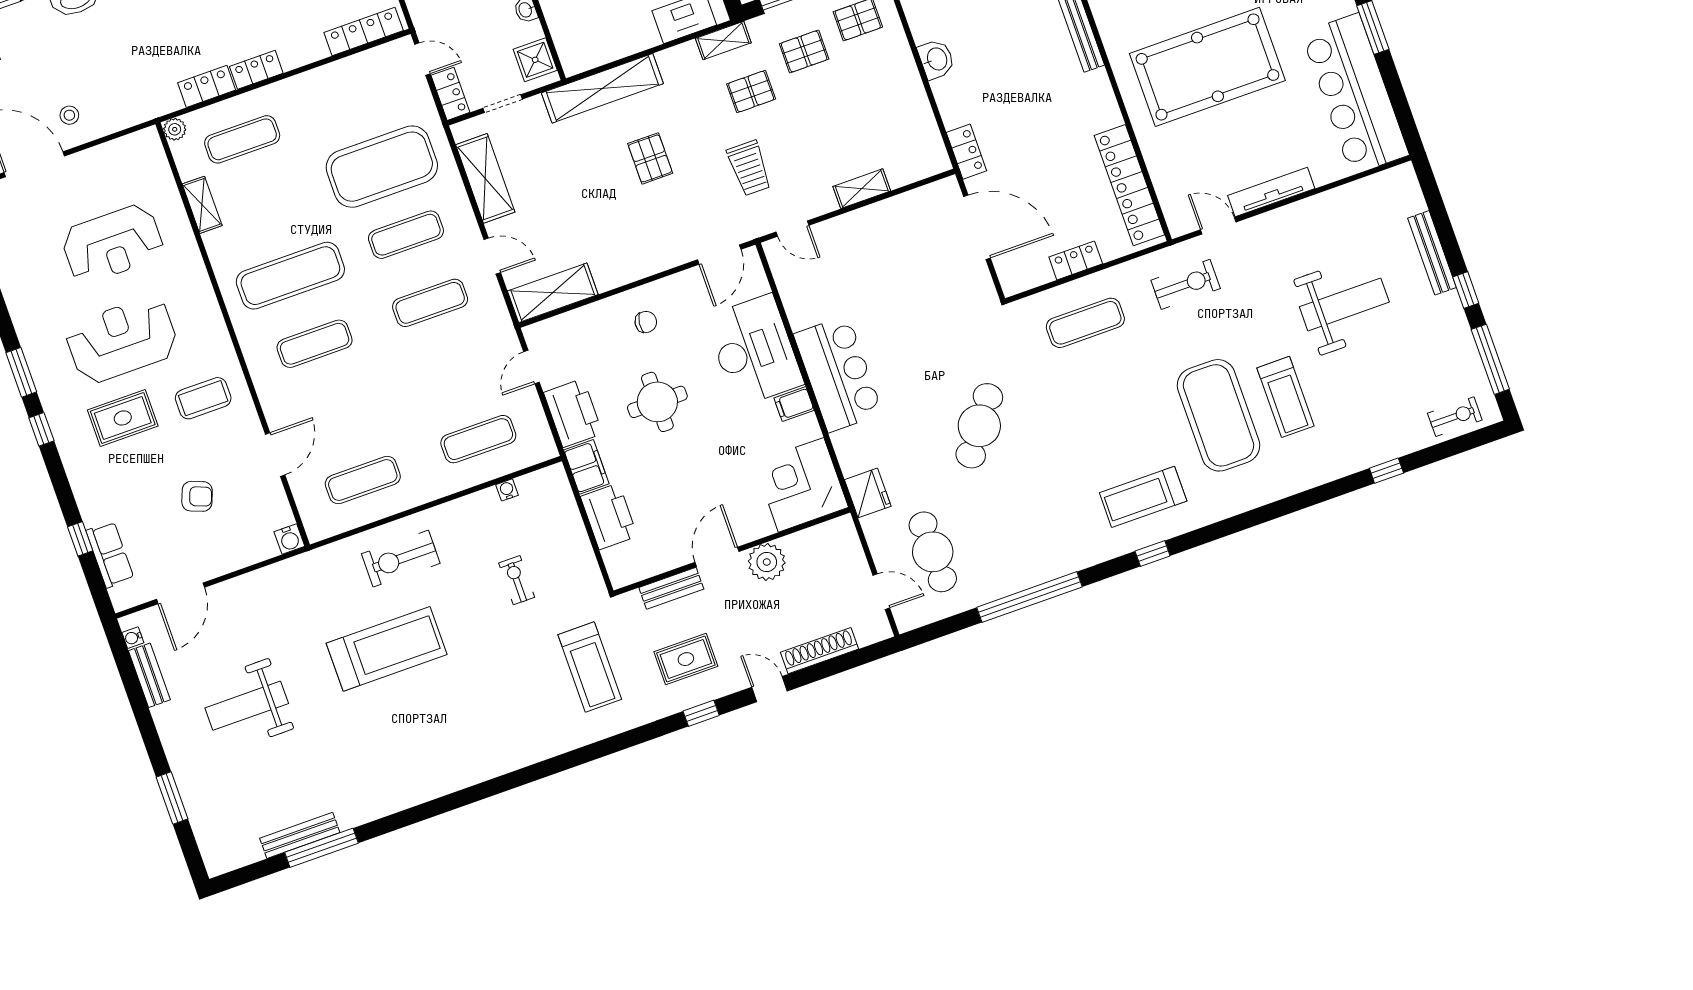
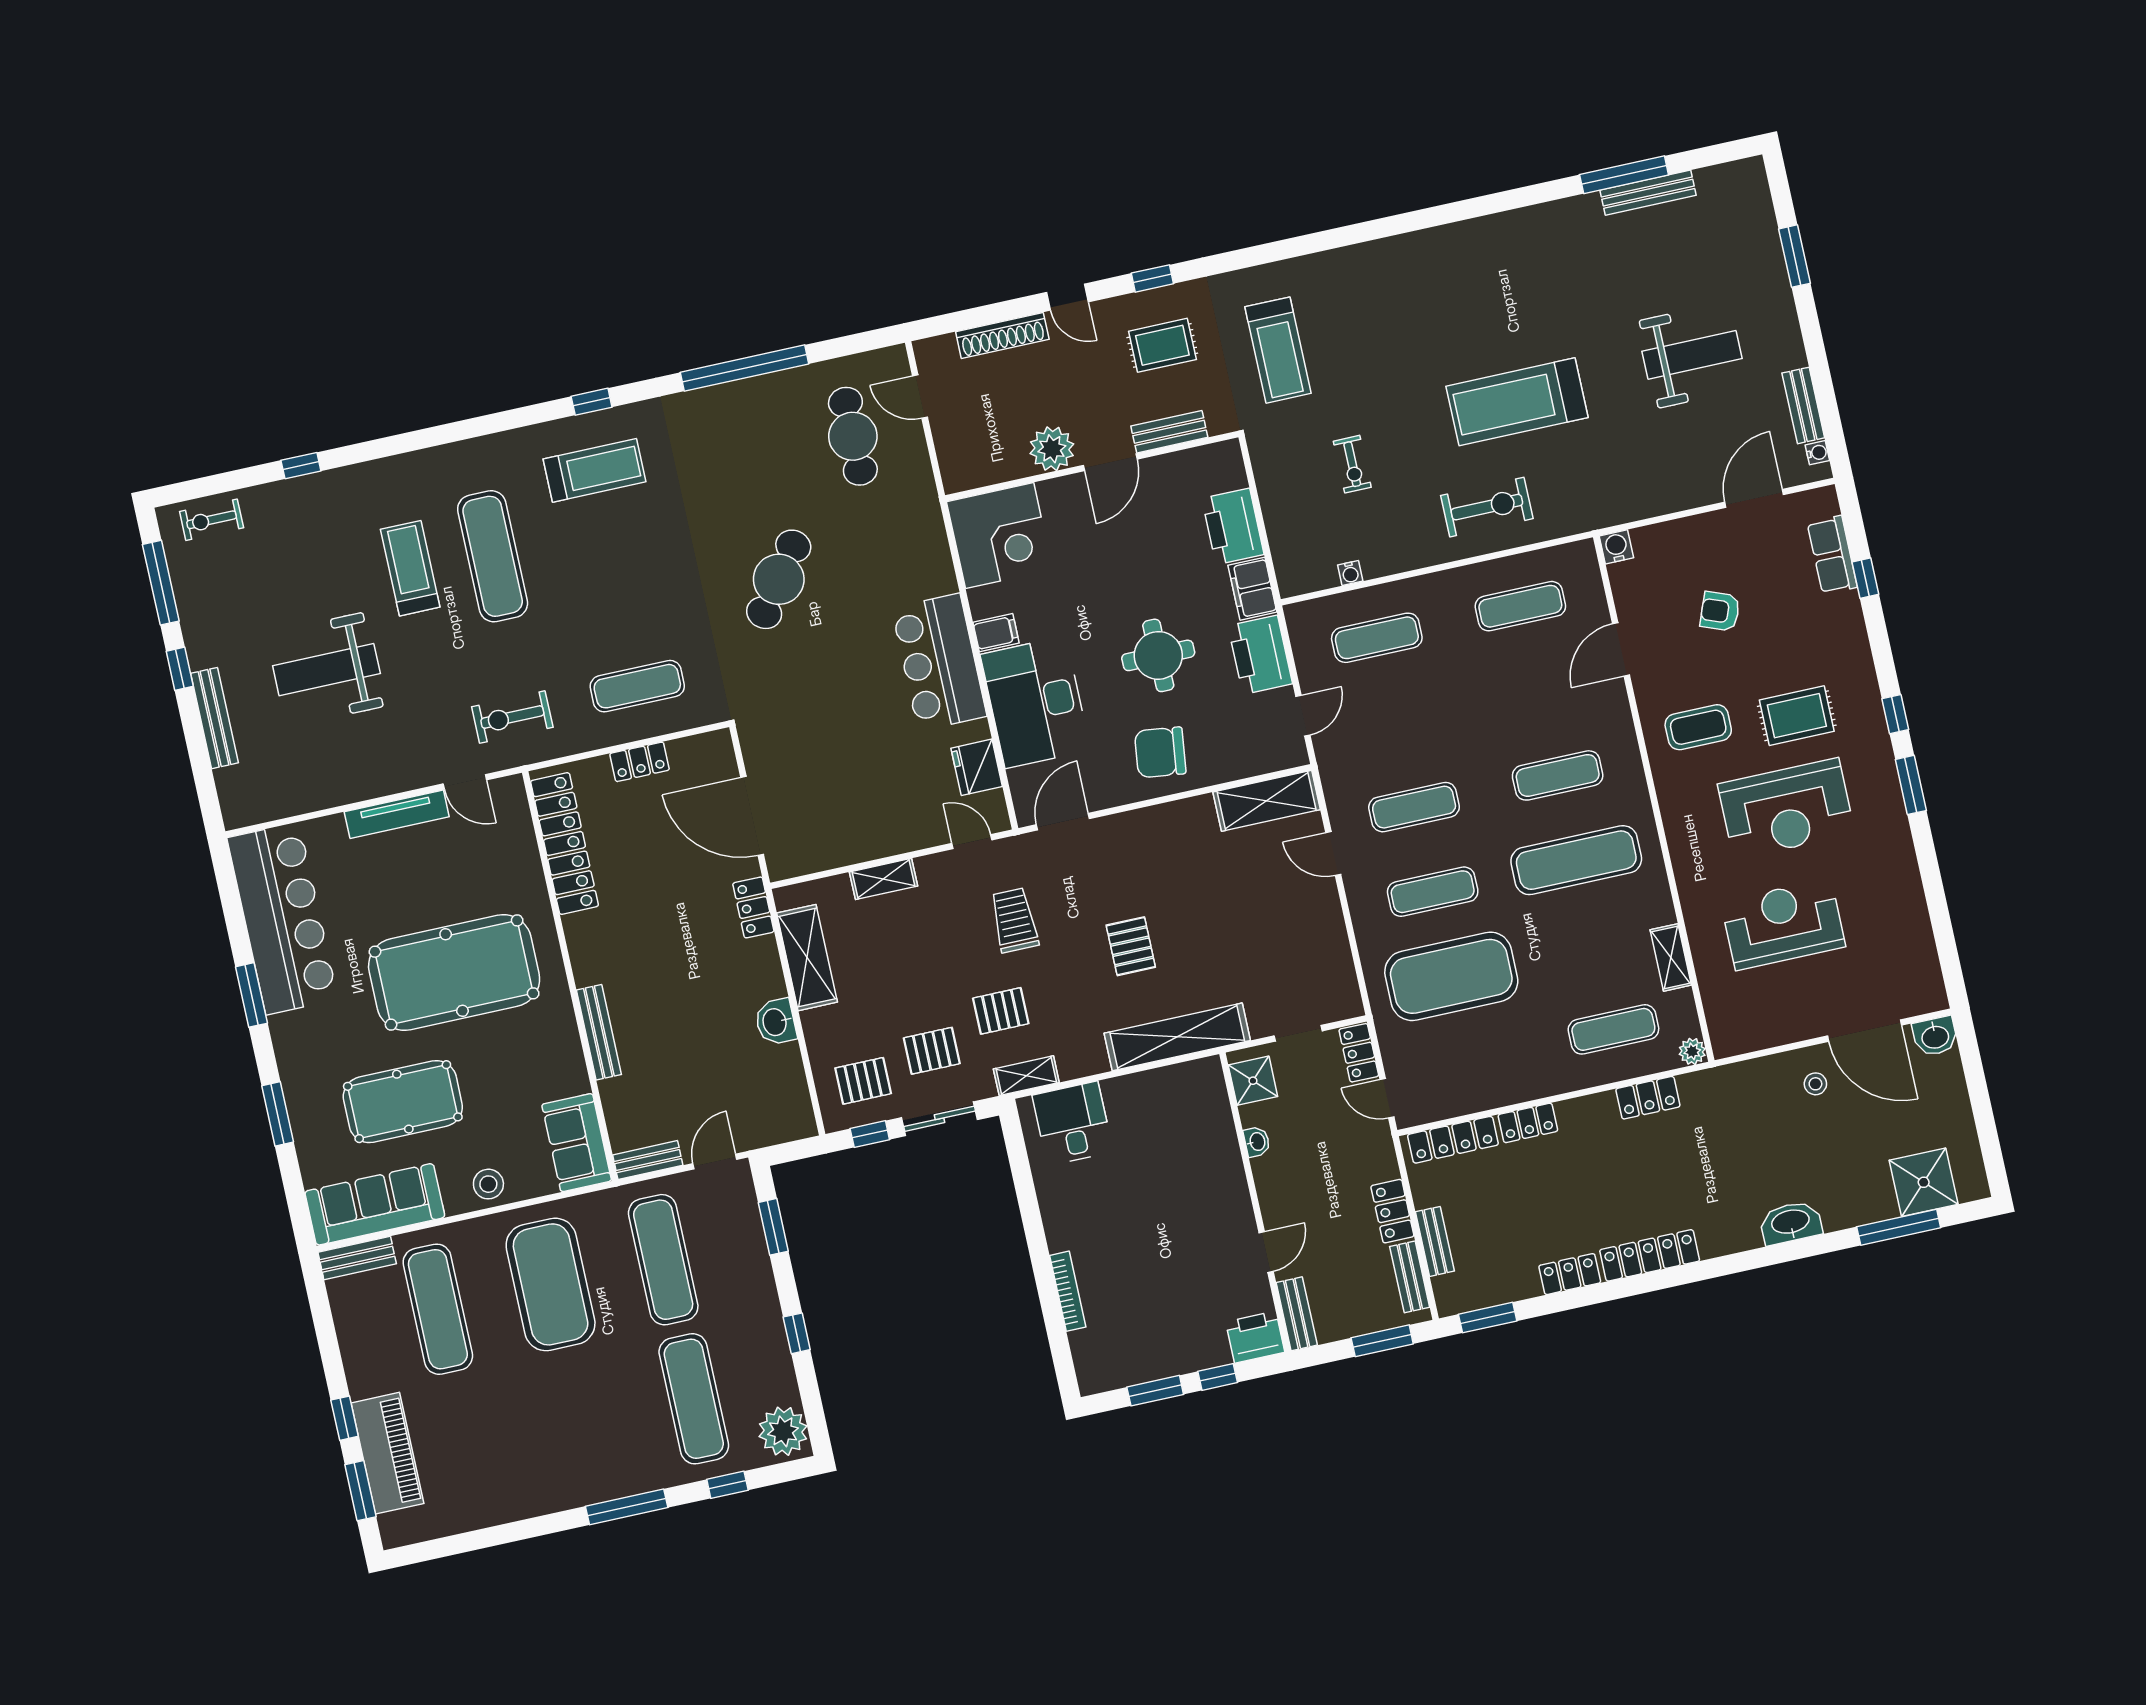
locker: (256, 70) -> (1528, 1123), moved
shelving: (485, 178) -> (807, 958), moved
chair: (646, 322) -> (1160, 752), width x1.87, depth x1.87
exercise mat: (1218, 415) -> (493, 556), width x0.68
fridge: (868, 493) -> (977, 767), moved
treadmill: (590, 667) -> (1278, 350), turned 180

